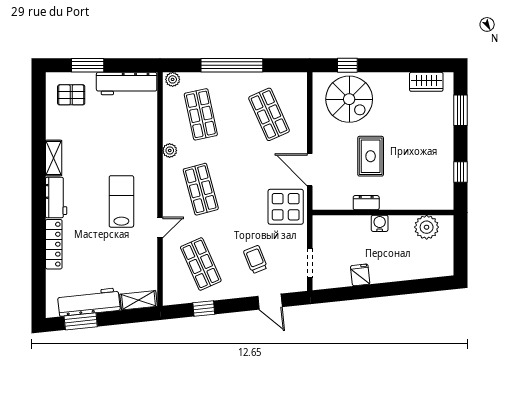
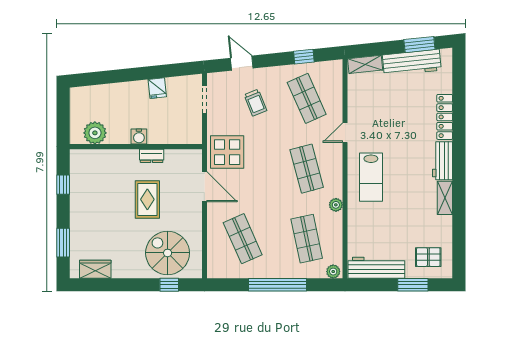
lab bench: (121, 201) -> (371, 177), moved

